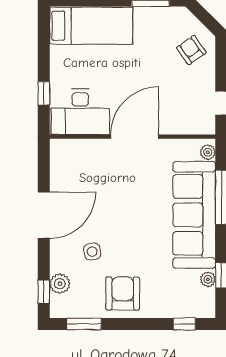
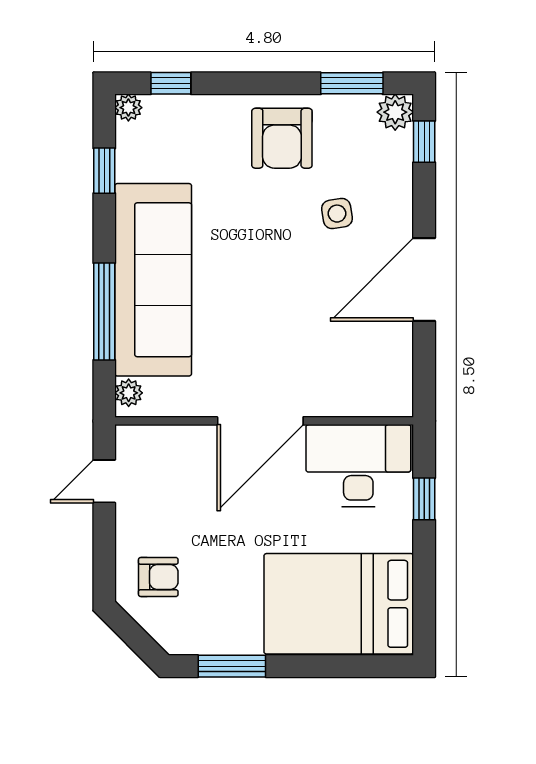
bed: (91, 26) -> (339, 604), width x1.50
armchair: (191, 50) -> (158, 577), turned -55
plant: (208, 279) -> (128, 108), moved
plant: (60, 284) -> (395, 112), moved

